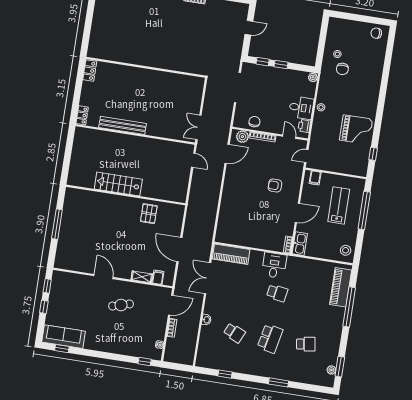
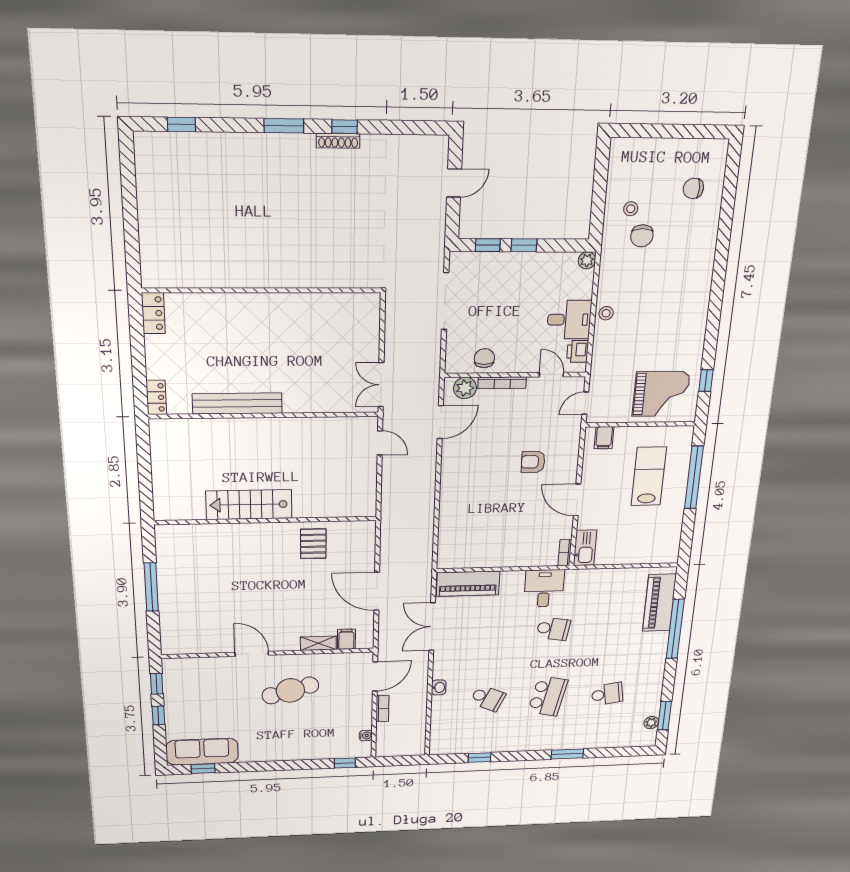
chair: (376, 33) -> (693, 188), moved
grand piano: (356, 130) -> (661, 394), moved
door: (297, 213) -> (577, 500), swing flipped
stool: (346, 250) -> (665, 545), removed
cafe table: (121, 305) -> (290, 690), width x1.37, depth x1.35

